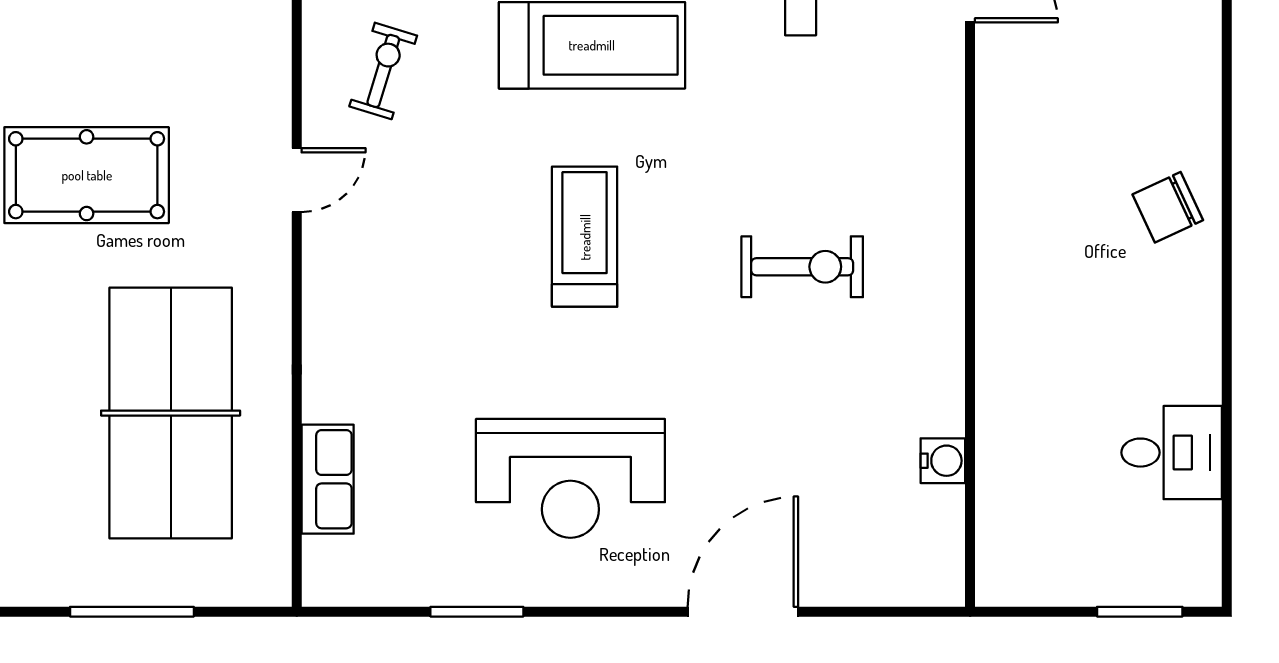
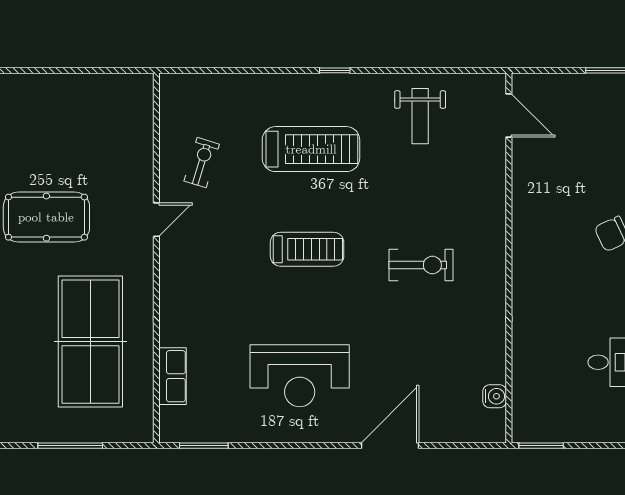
treadmill: (585, 237) -> (307, 249), turned 90
water cooler: (943, 461) -> (495, 396), moved
window: (477, 612) -> (204, 446), moved
window: (1140, 612) -> (541, 446), moved

